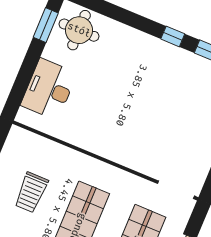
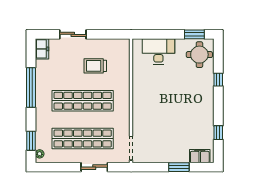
window: (173, 36) -> (218, 80), moved

